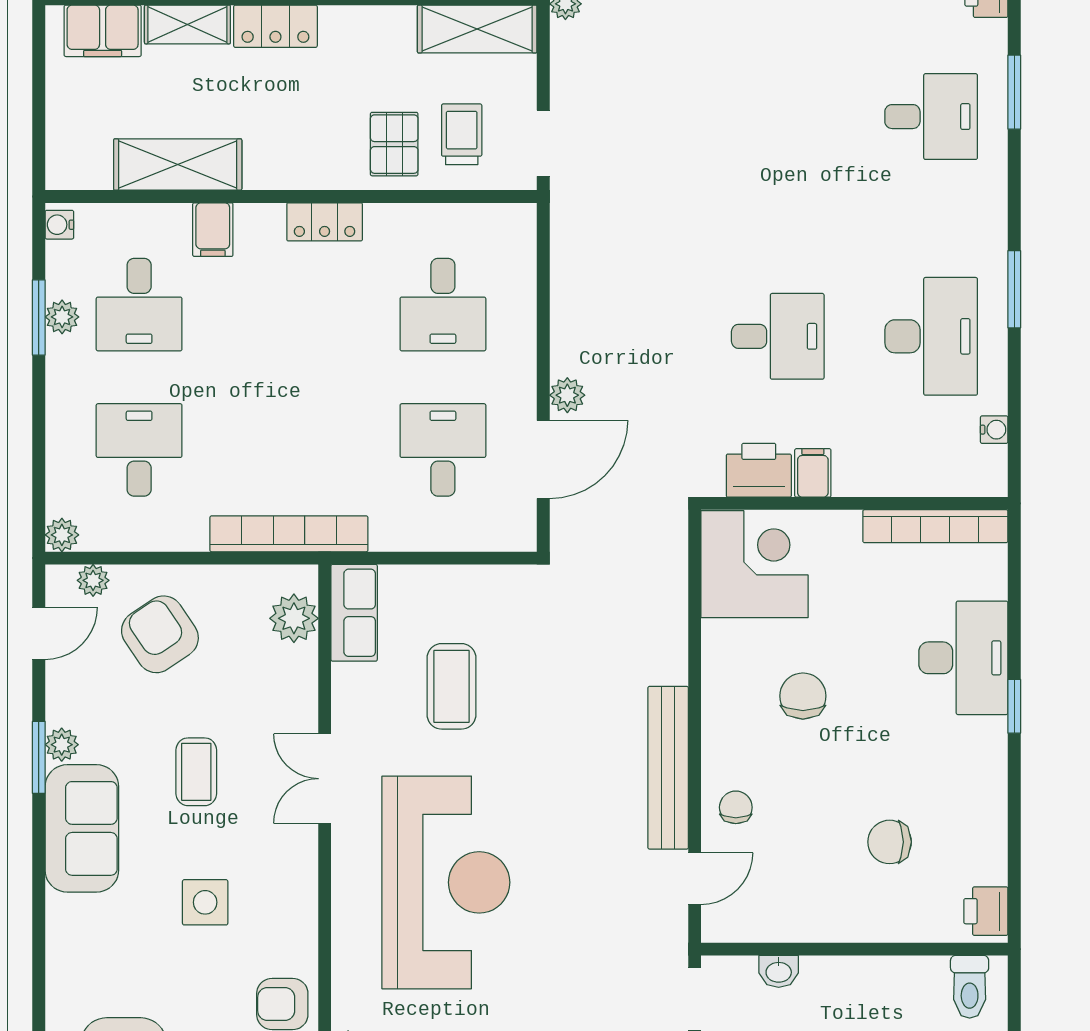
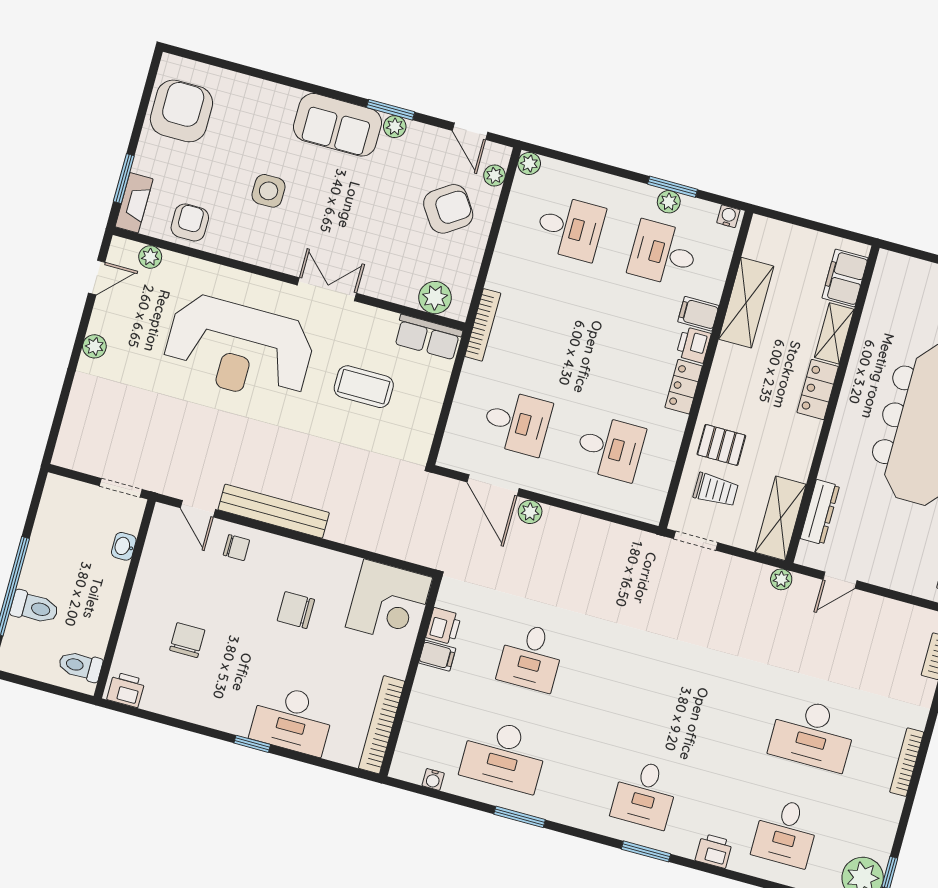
printer: (260, 224) -> (694, 345), added
desk: (443, 305) -> (610, 448), turned 180
printer: (759, 470) -> (444, 626), width x0.73, depth x0.81
bookcase: (289, 534) -> (483, 325), width x0.68, depth x0.76
chair: (803, 696) -> (296, 610), turned 180
coffee table: (196, 772) -> (354, 208), removed

